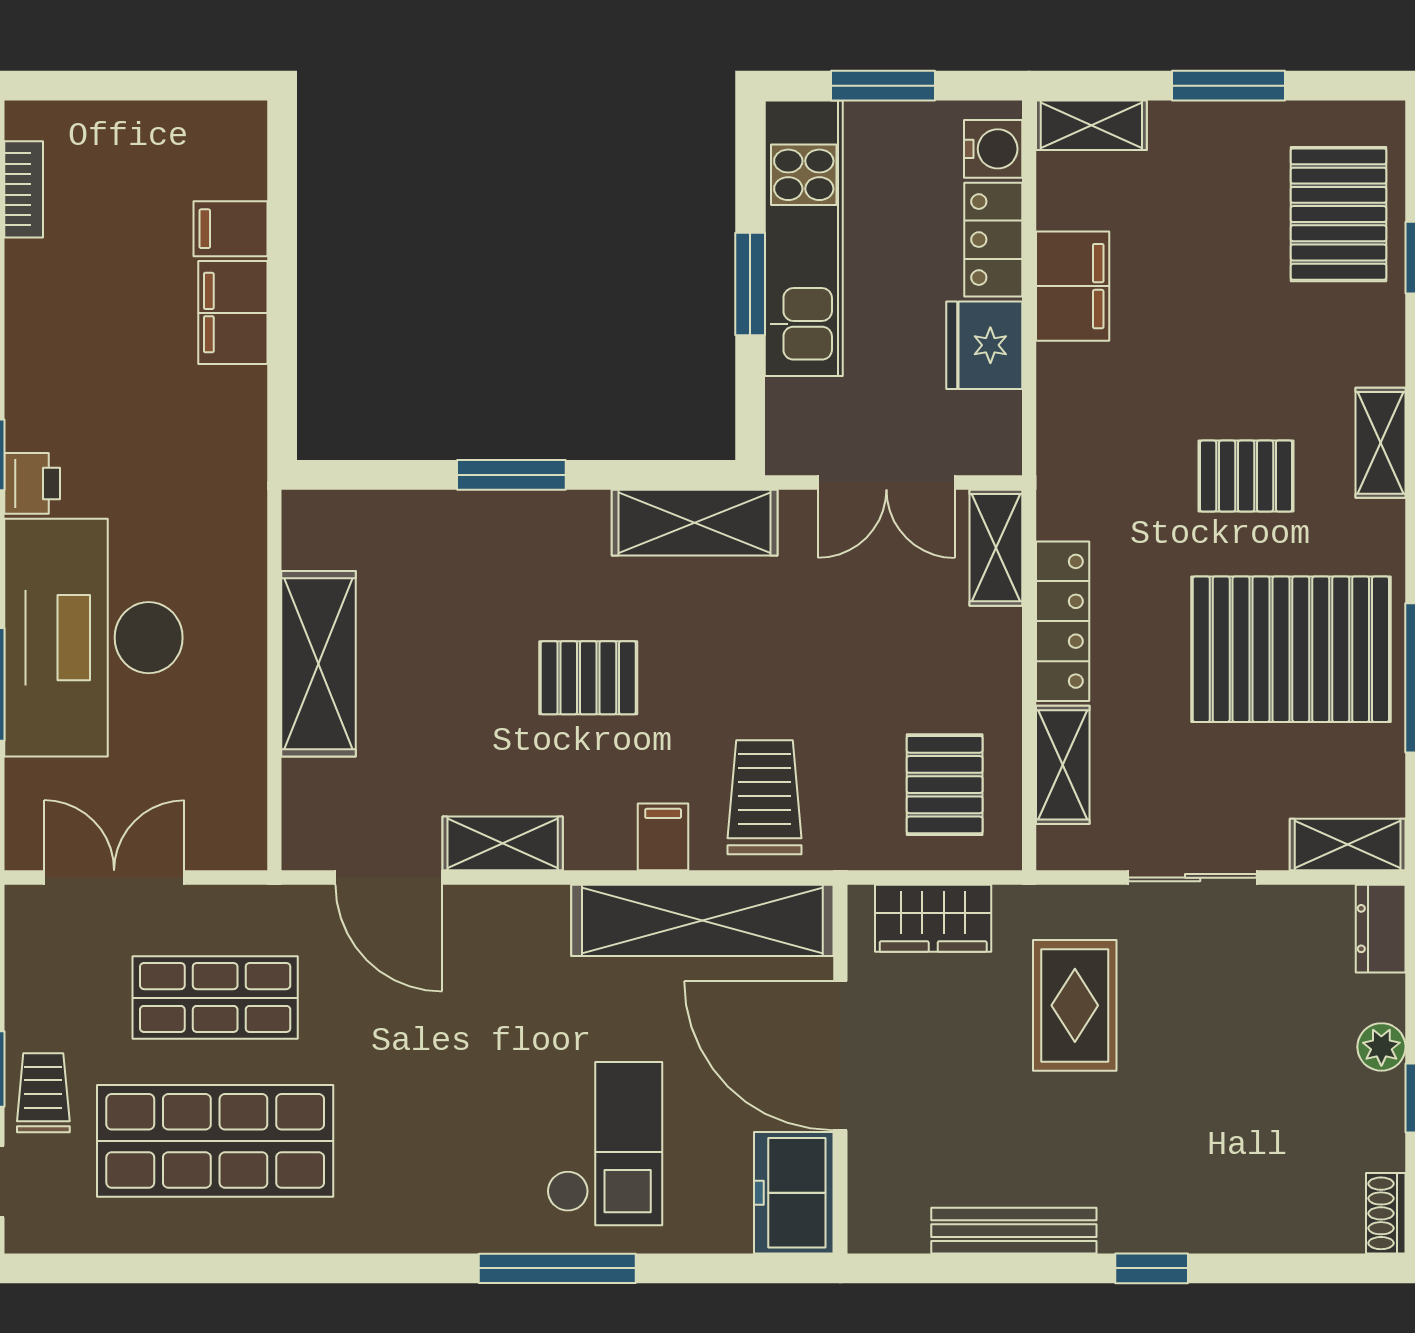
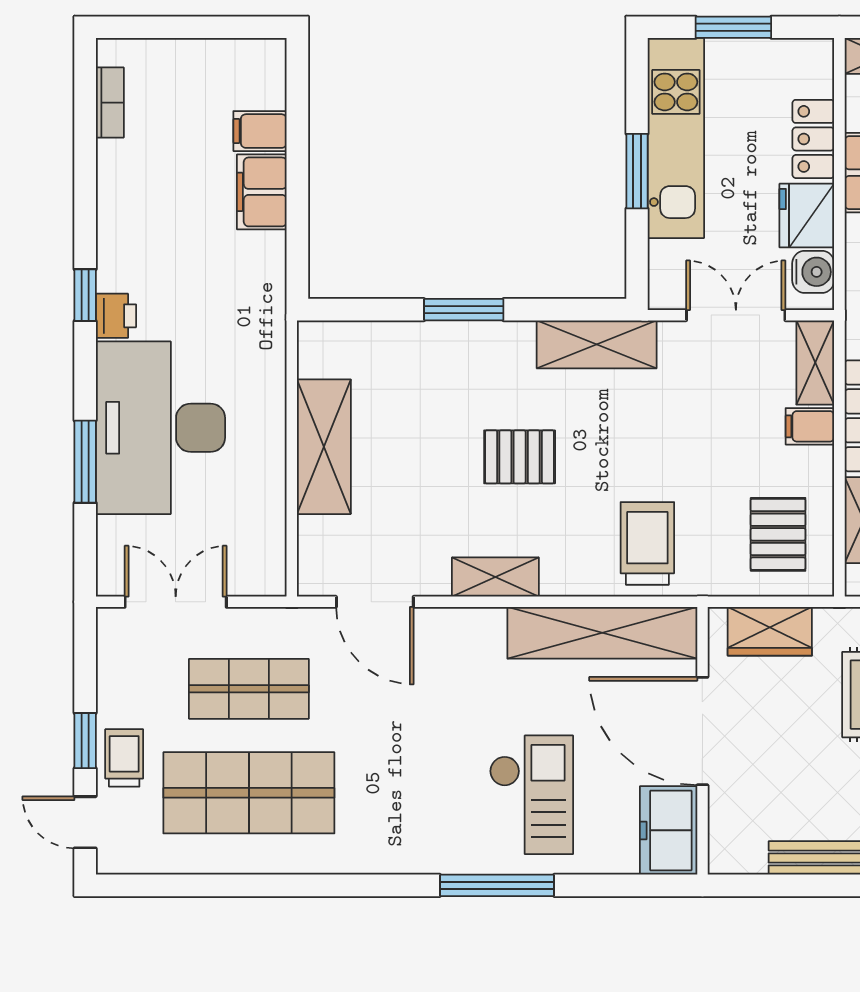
water cooler: (993, 149) -> (813, 272), moved
double door: (886, 482) -> (736, 315), swing flipped
filing cabinet: (663, 837) -> (810, 426), moved, turned -90
shelving: (503, 843) -> (495, 577), moved

